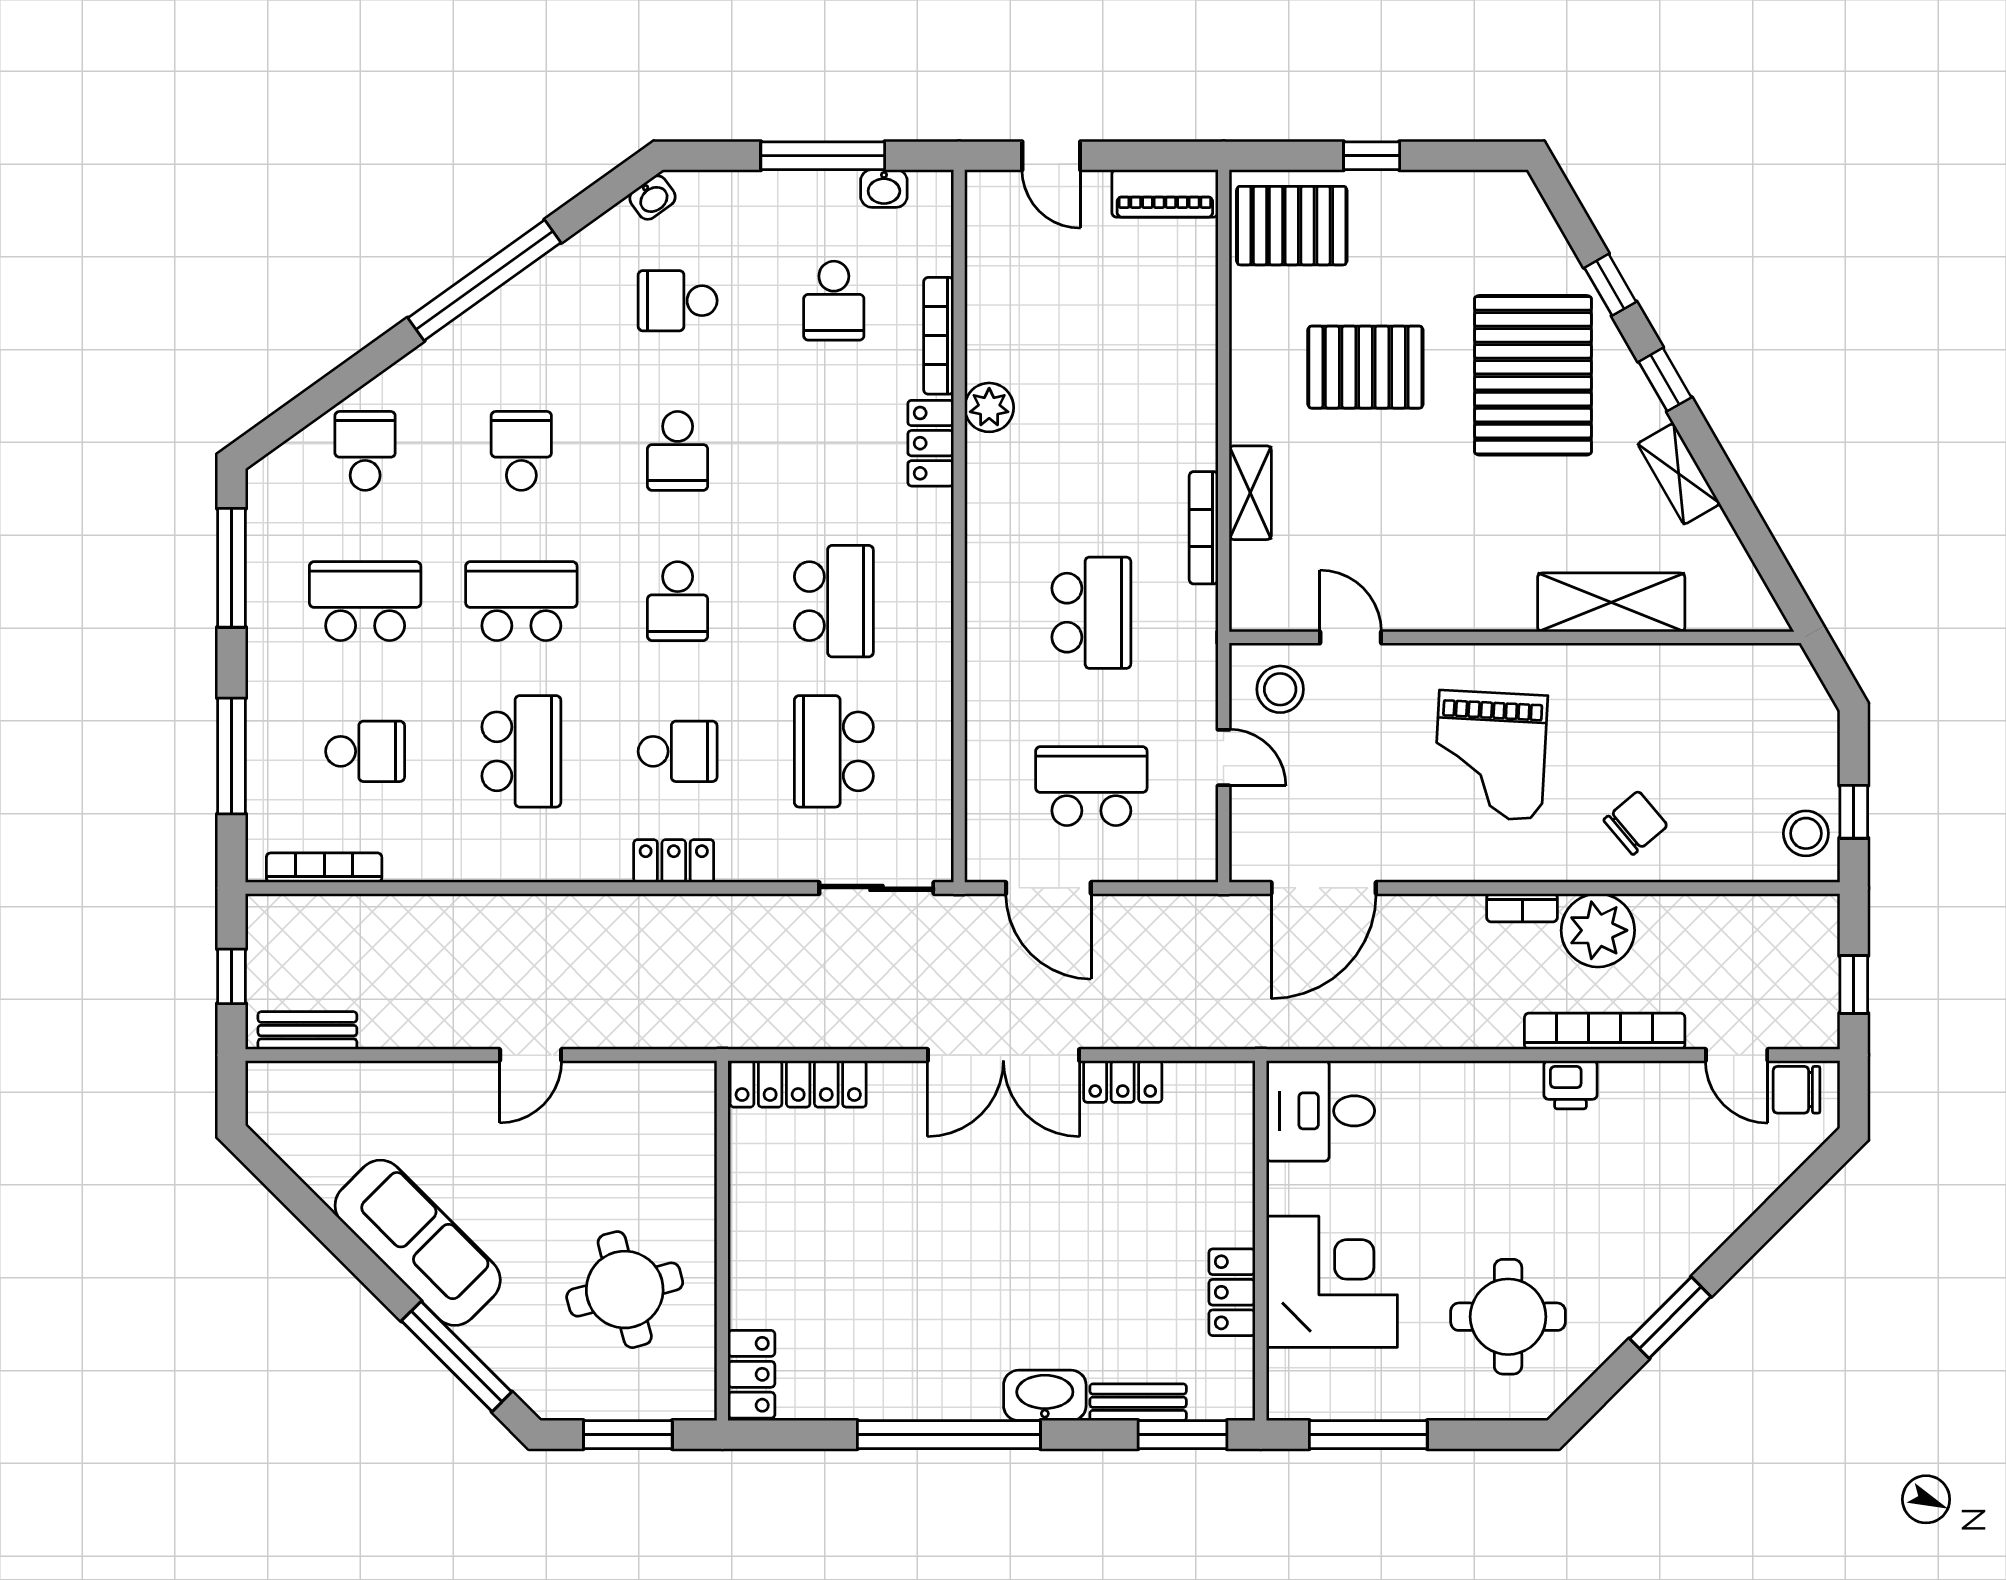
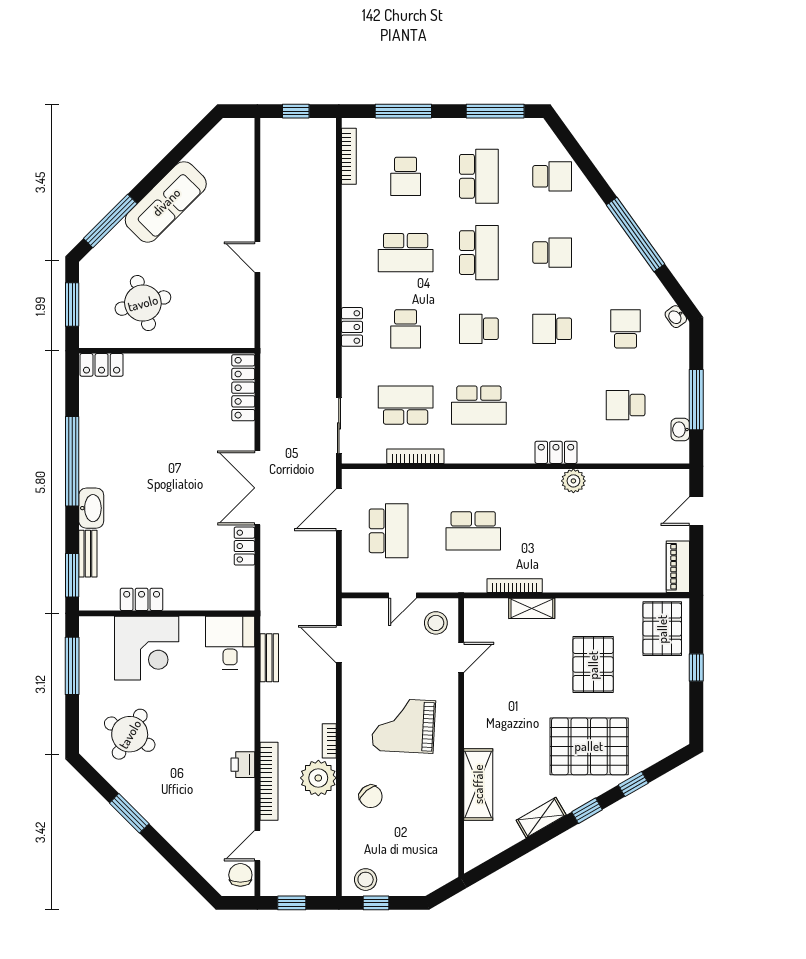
bookcase: (939, 336) -> (415, 456), moved
door: (1324, 888) -> (339, 644), width x0.73
bench: (307, 1031) -> (269, 658), moved
round table: (1508, 1317) -> (130, 734), turned 30

